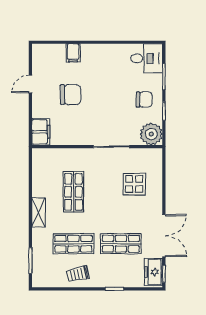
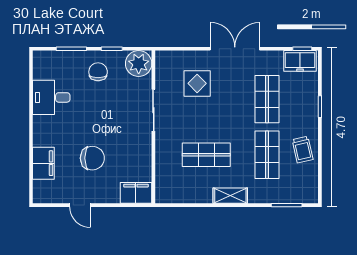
filing cabinet: (73, 53) -> (43, 163), width x2.00
desk: (147, 58) -> (51, 97), moved, turned -90
chair: (71, 95) -> (92, 158), turned 90
double door: (164, 236) -> (235, 49), moved

